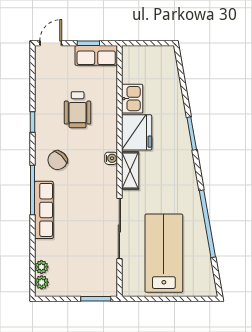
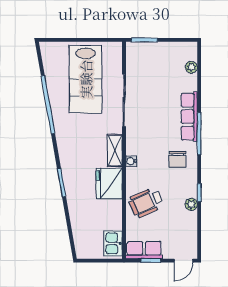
kitchen sink: (132, 99) -> (113, 243), moved
wheelchair: (78, 110) -> (146, 202), moved, turned -114
chair: (58, 160) -> (177, 159), turned 138
plant: (42, 282) -> (191, 204), moved

